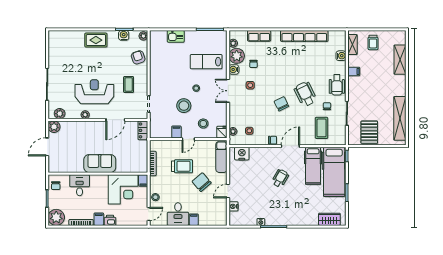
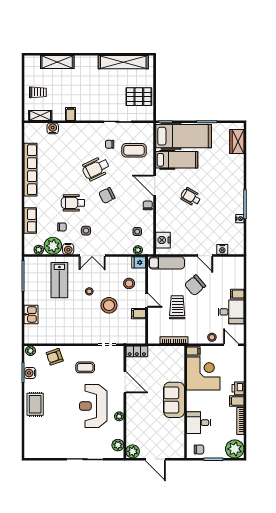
wheelchair: (337, 85) -> (73, 203), moved, turned 180

